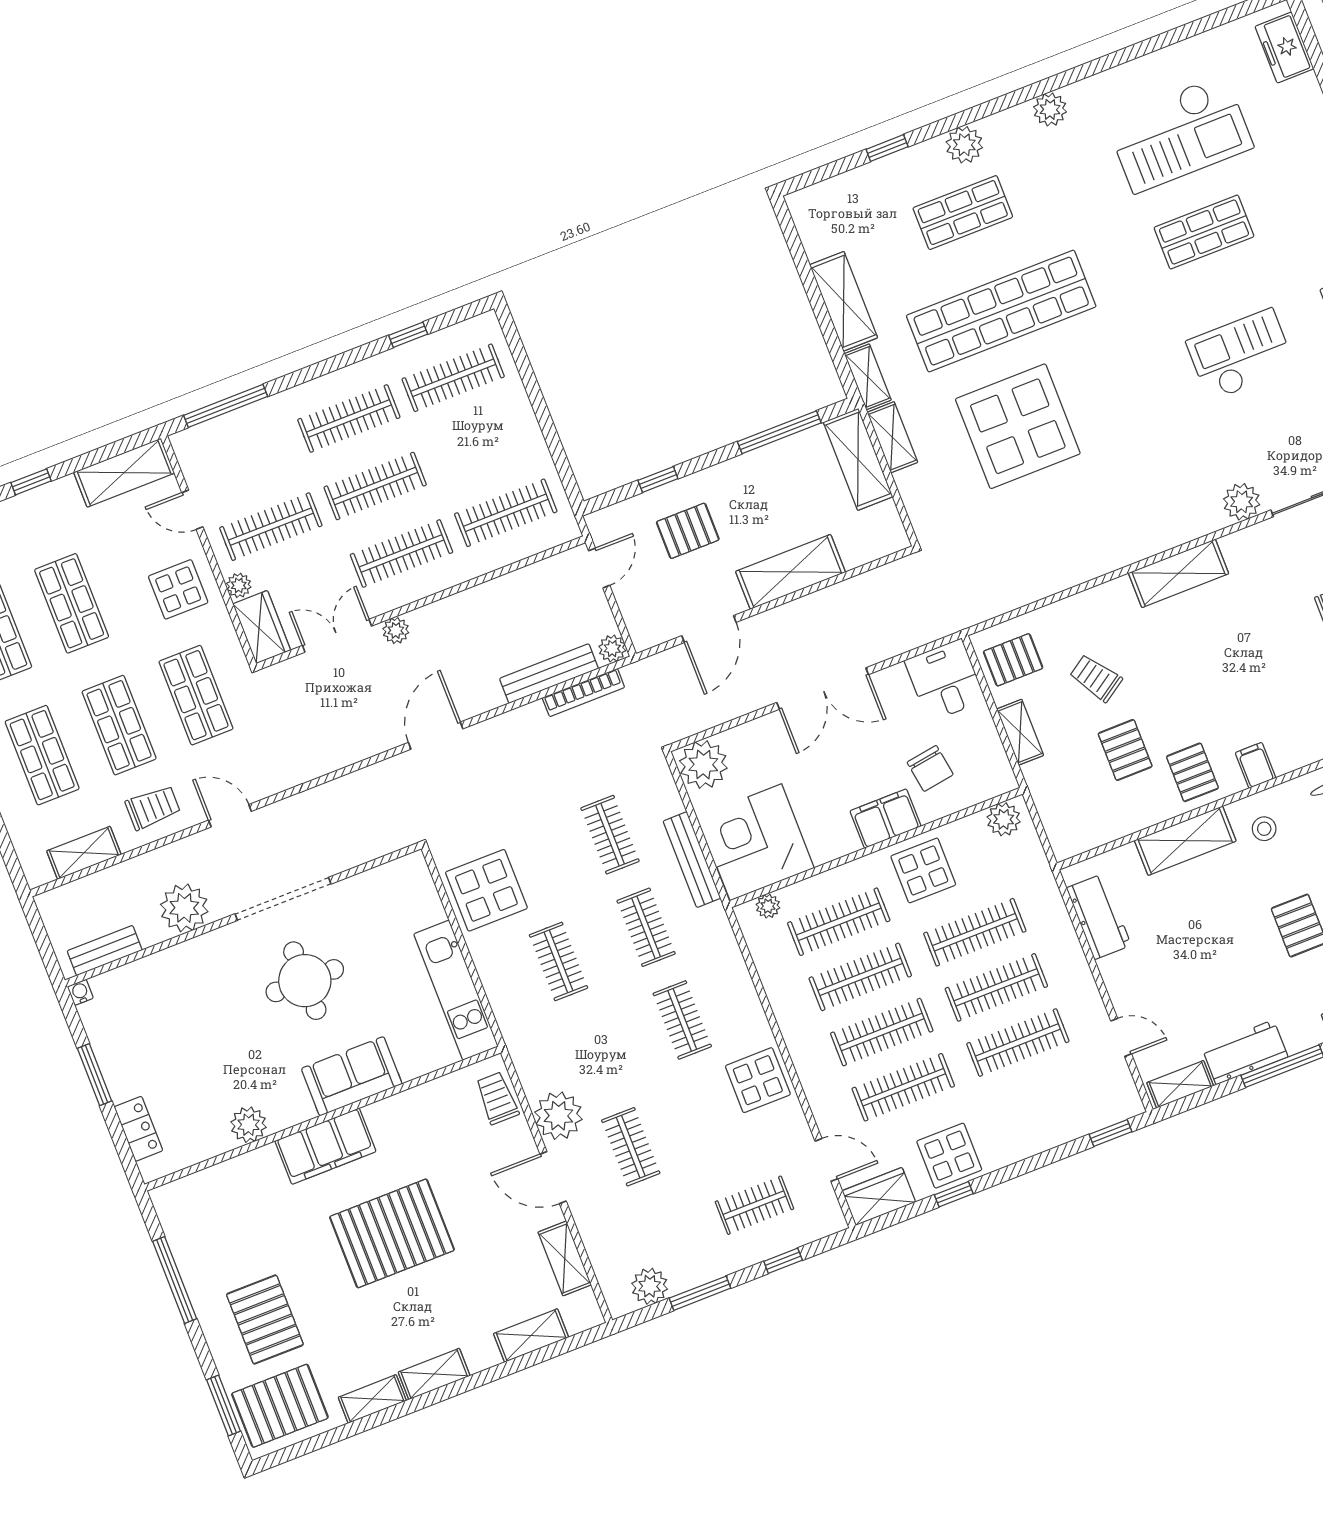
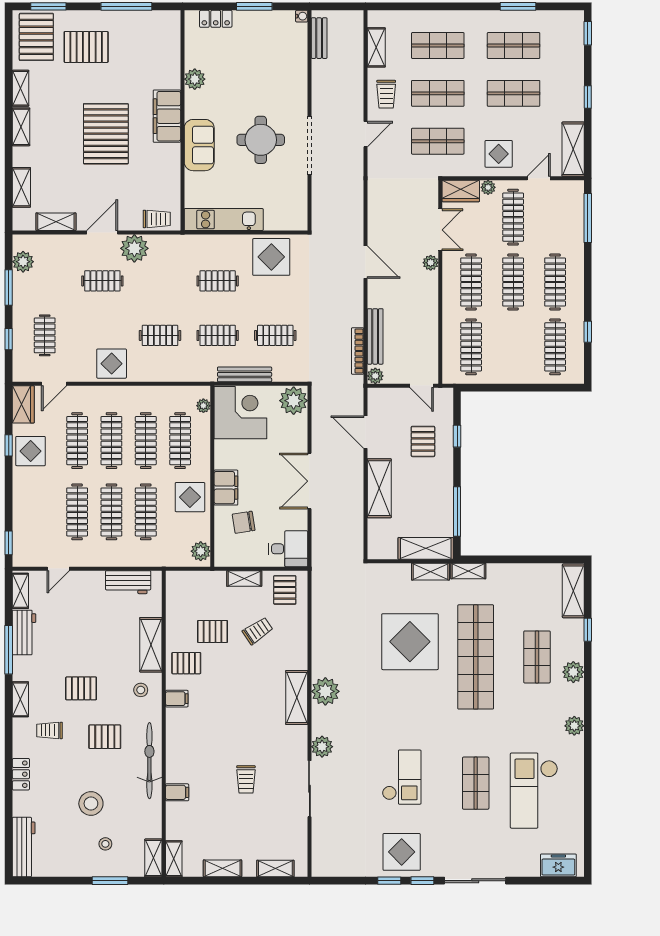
shelving: (844, 301) -> (573, 591), moved, turned 90
plant: (184, 908) -> (325, 691), moved

